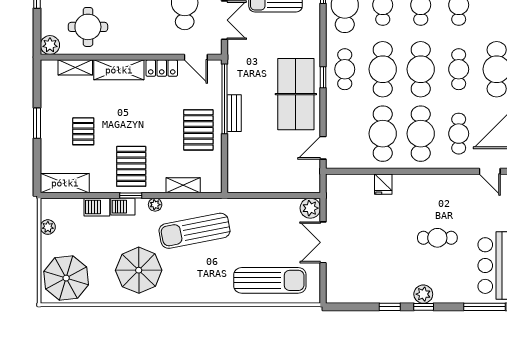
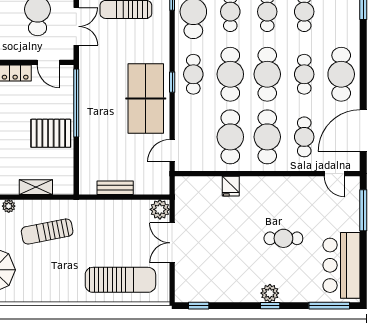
bench: (234, 113) -> (115, 188), moved, turned 90
pallet: (198, 130) -> (51, 133), turned 90
sun lounger: (195, 231) -> (47, 231), width x0.73, depth x0.75
window: (390, 307) -> (199, 306), moved

